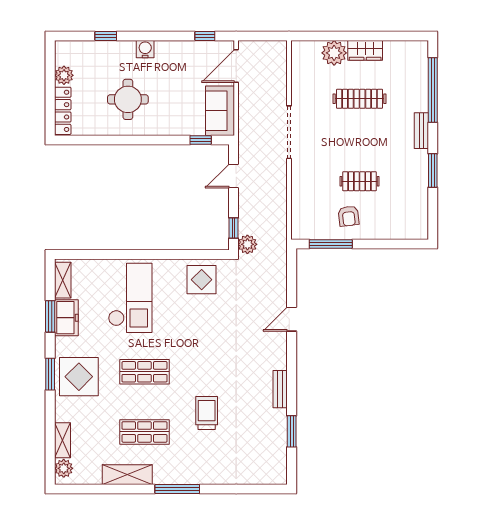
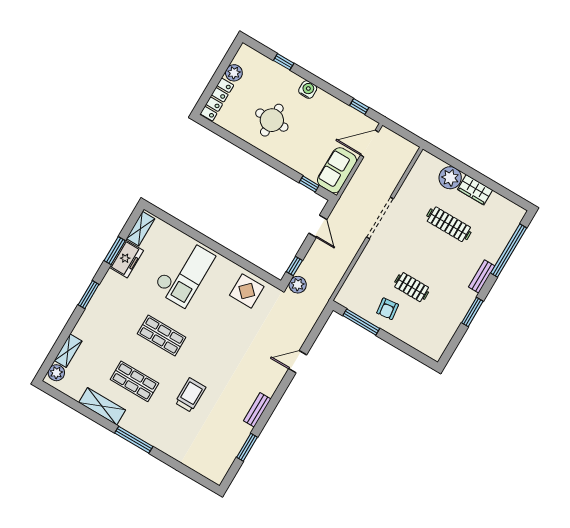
door: (233, 176) -> (318, 226), swing flipped
display table: (79, 377) -> (109, 310), removed

